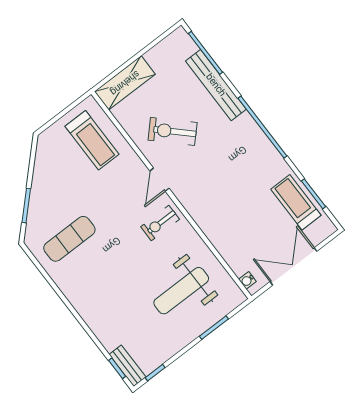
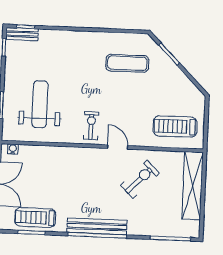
shelving: (125, 83) -> (193, 186), width x1.47
bench: (216, 85) -> (97, 226), moved
treadmill: (296, 202) -> (35, 218), turned 180
exercise mat: (69, 239) -> (127, 63), turned 90

